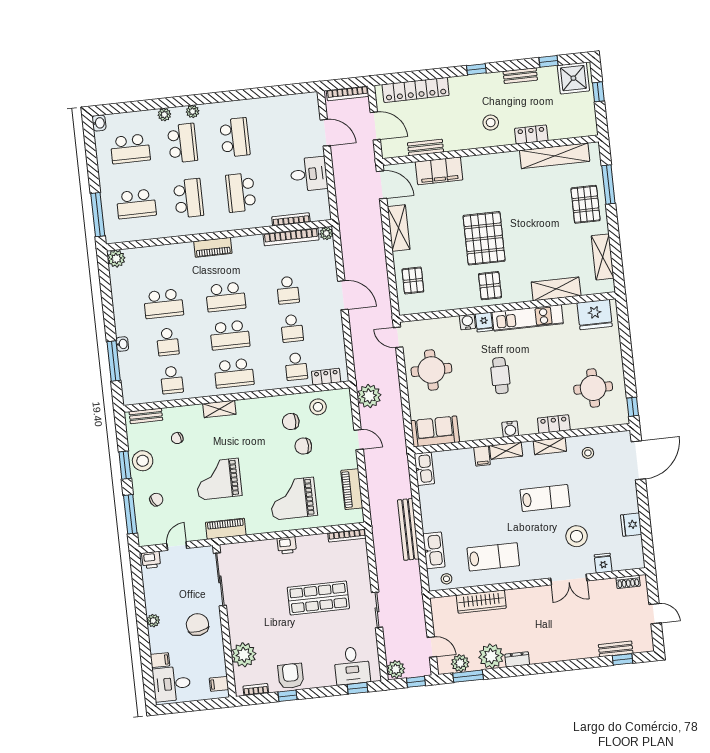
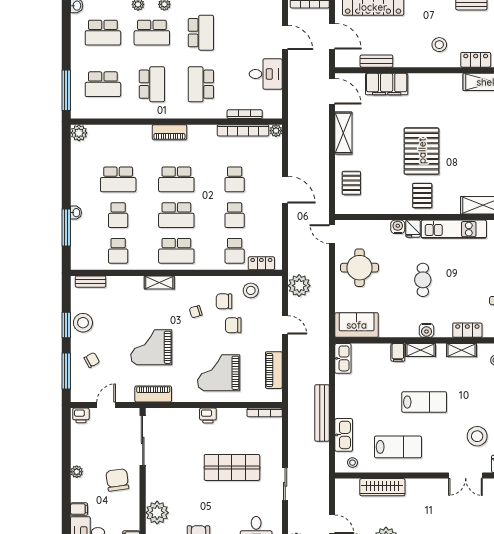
school desk: (182, 143) -> (152, 33), turned 90
chair: (177, 438) -> (196, 312), moved
lab bench: (545, 498) -> (424, 402), moved

